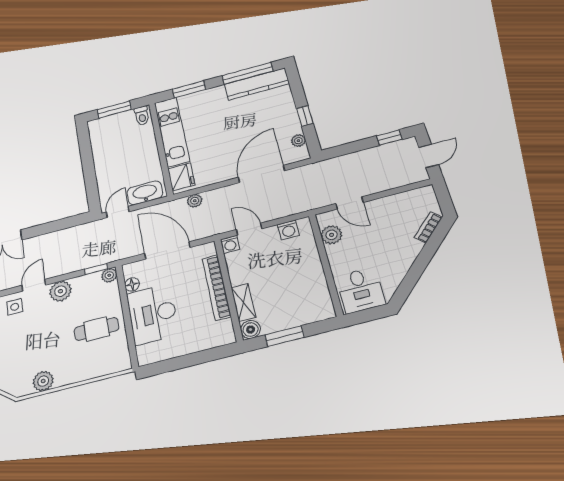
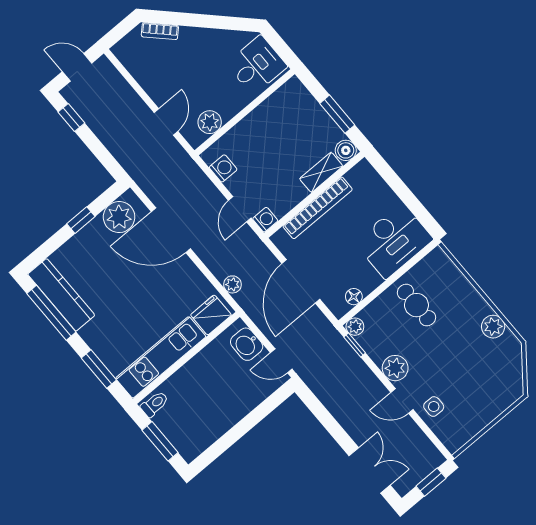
plant: (298, 141) -> (119, 217), width x1.88, depth x1.88
washbasin: (145, 193) -> (247, 344), width x0.72
desk: (153, 314) -> (394, 241), moved

